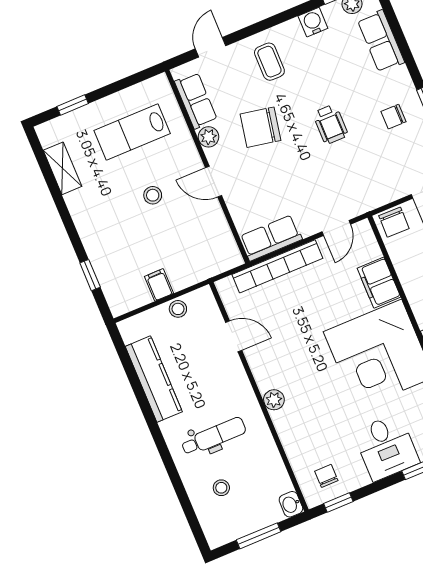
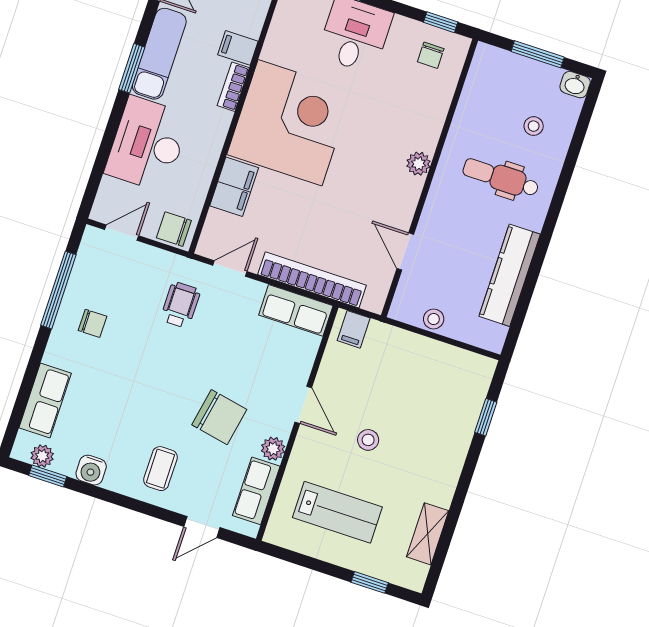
wheelchair: (330, 124) -> (180, 305), moved
chair: (394, 222) -> (174, 229), turned -91
filing cabinet: (159, 285) -> (354, 329), moved
washbasin: (291, 504) -> (575, 85), moved, turned 90

